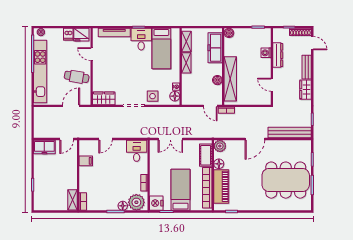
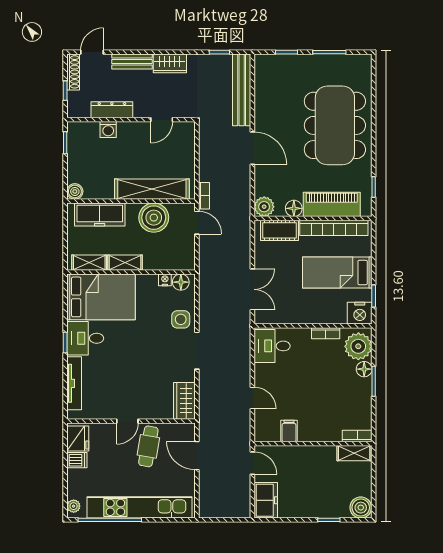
bed: (161, 49) -> (101, 297), width x1.50
door: (92, 54) -> (127, 421), moved
boiler: (217, 80) -> (154, 218), width x1.86, depth x1.86
door: (210, 106) -> (197, 223), hinge flipped
dining table: (286, 180) -> (335, 125), moved
boiler: (40, 204) -> (361, 508), added

